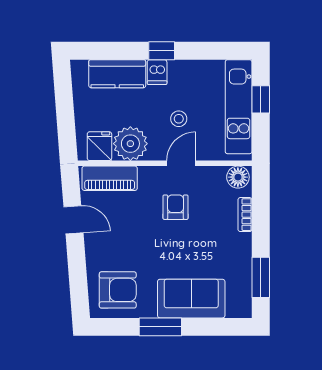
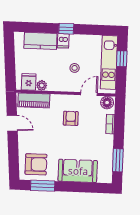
plant: (130, 144) -> (42, 85), width x0.53, depth x0.53
door: (181, 163) -> (89, 94), moved
window: (160, 327) -> (43, 186), moved

